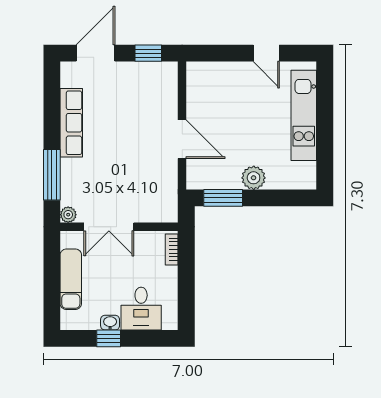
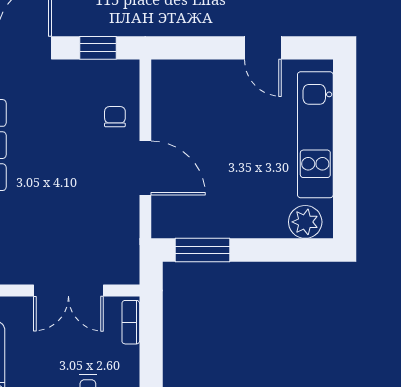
chair: (160, 102) -> (115, 117), added
plant: (254, 178) -> (305, 222), moved
double door: (109, 227) -> (68, 290), moved

